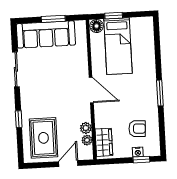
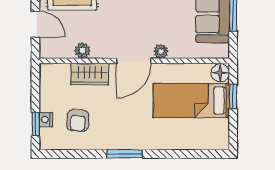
plant: (87, 140) -> (161, 51), moved
wardrobe: (104, 142) -> (90, 74), moved

